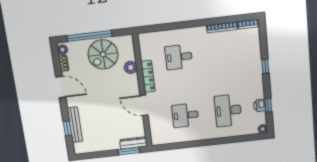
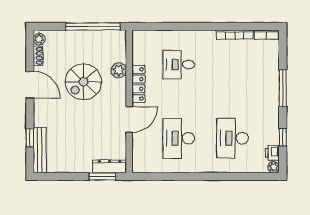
window: (89, 36) -> (93, 26), moved
spiral stairs: (103, 54) -> (83, 82), moved
window: (265, 66) -> (283, 88), width x2.17
door: (144, 105) -> (129, 120), swing flipped
printer: (260, 105) -> (272, 153), moved
desk: (185, 115) -> (179, 138), width x1.37
bench: (75, 125) -> (40, 150), moved

